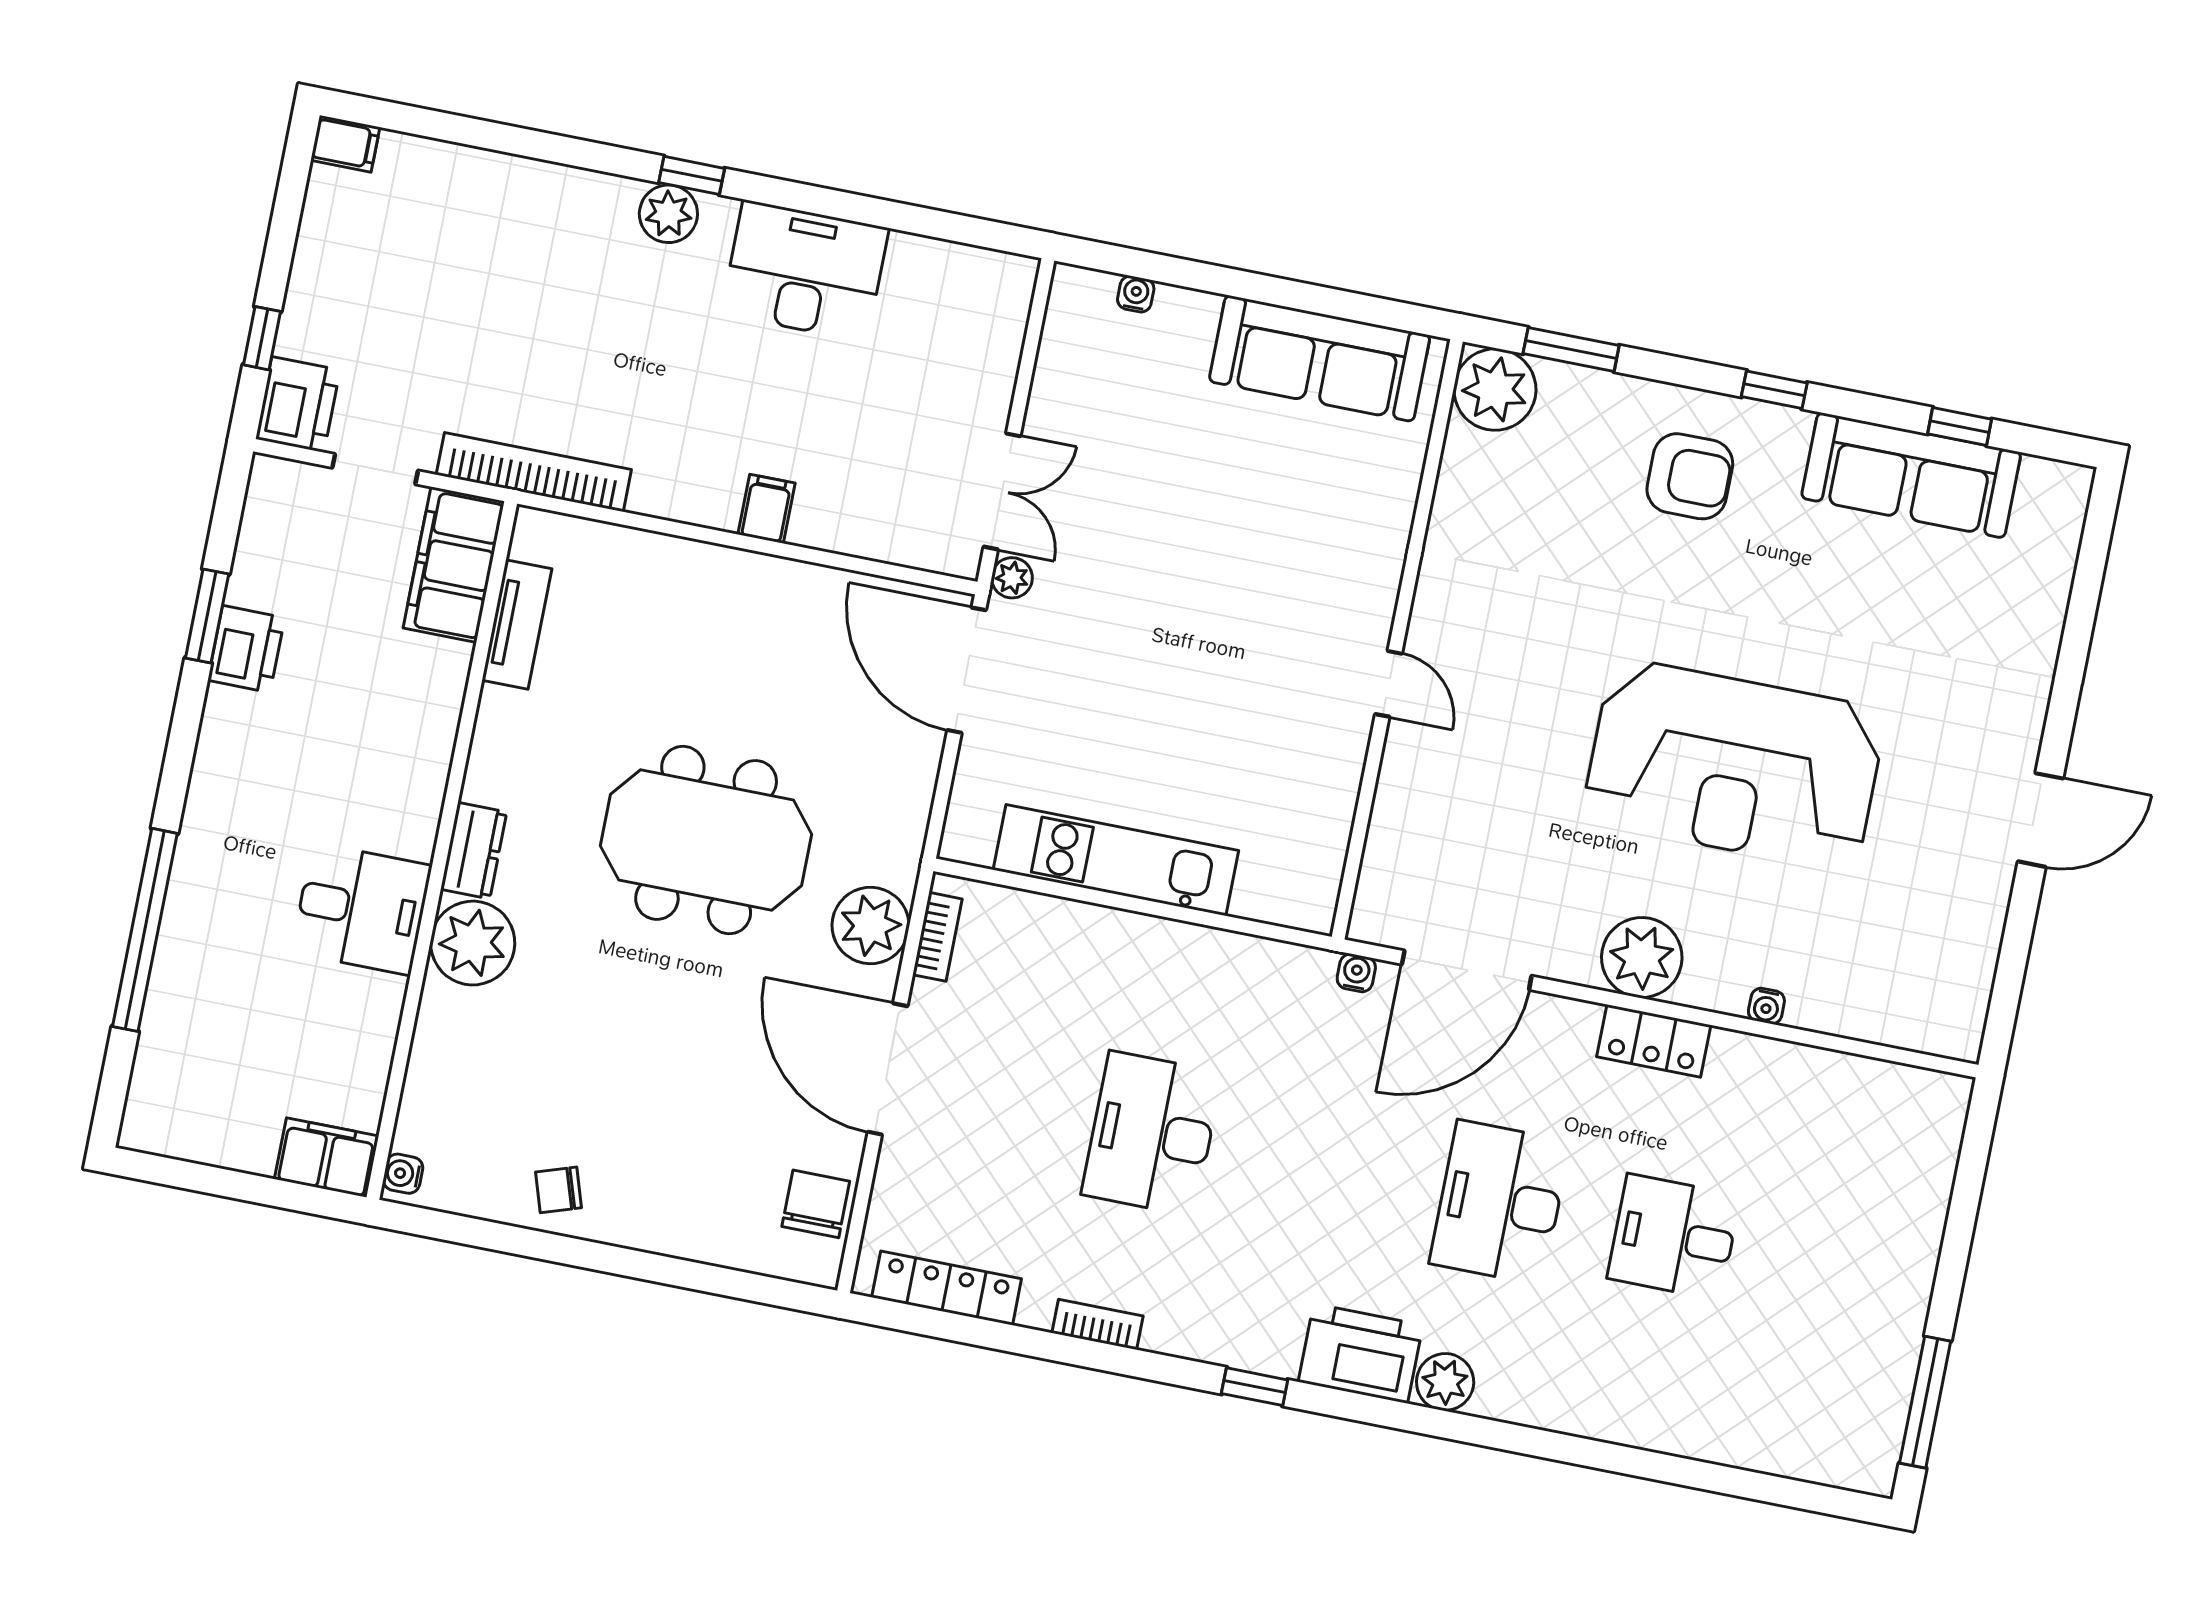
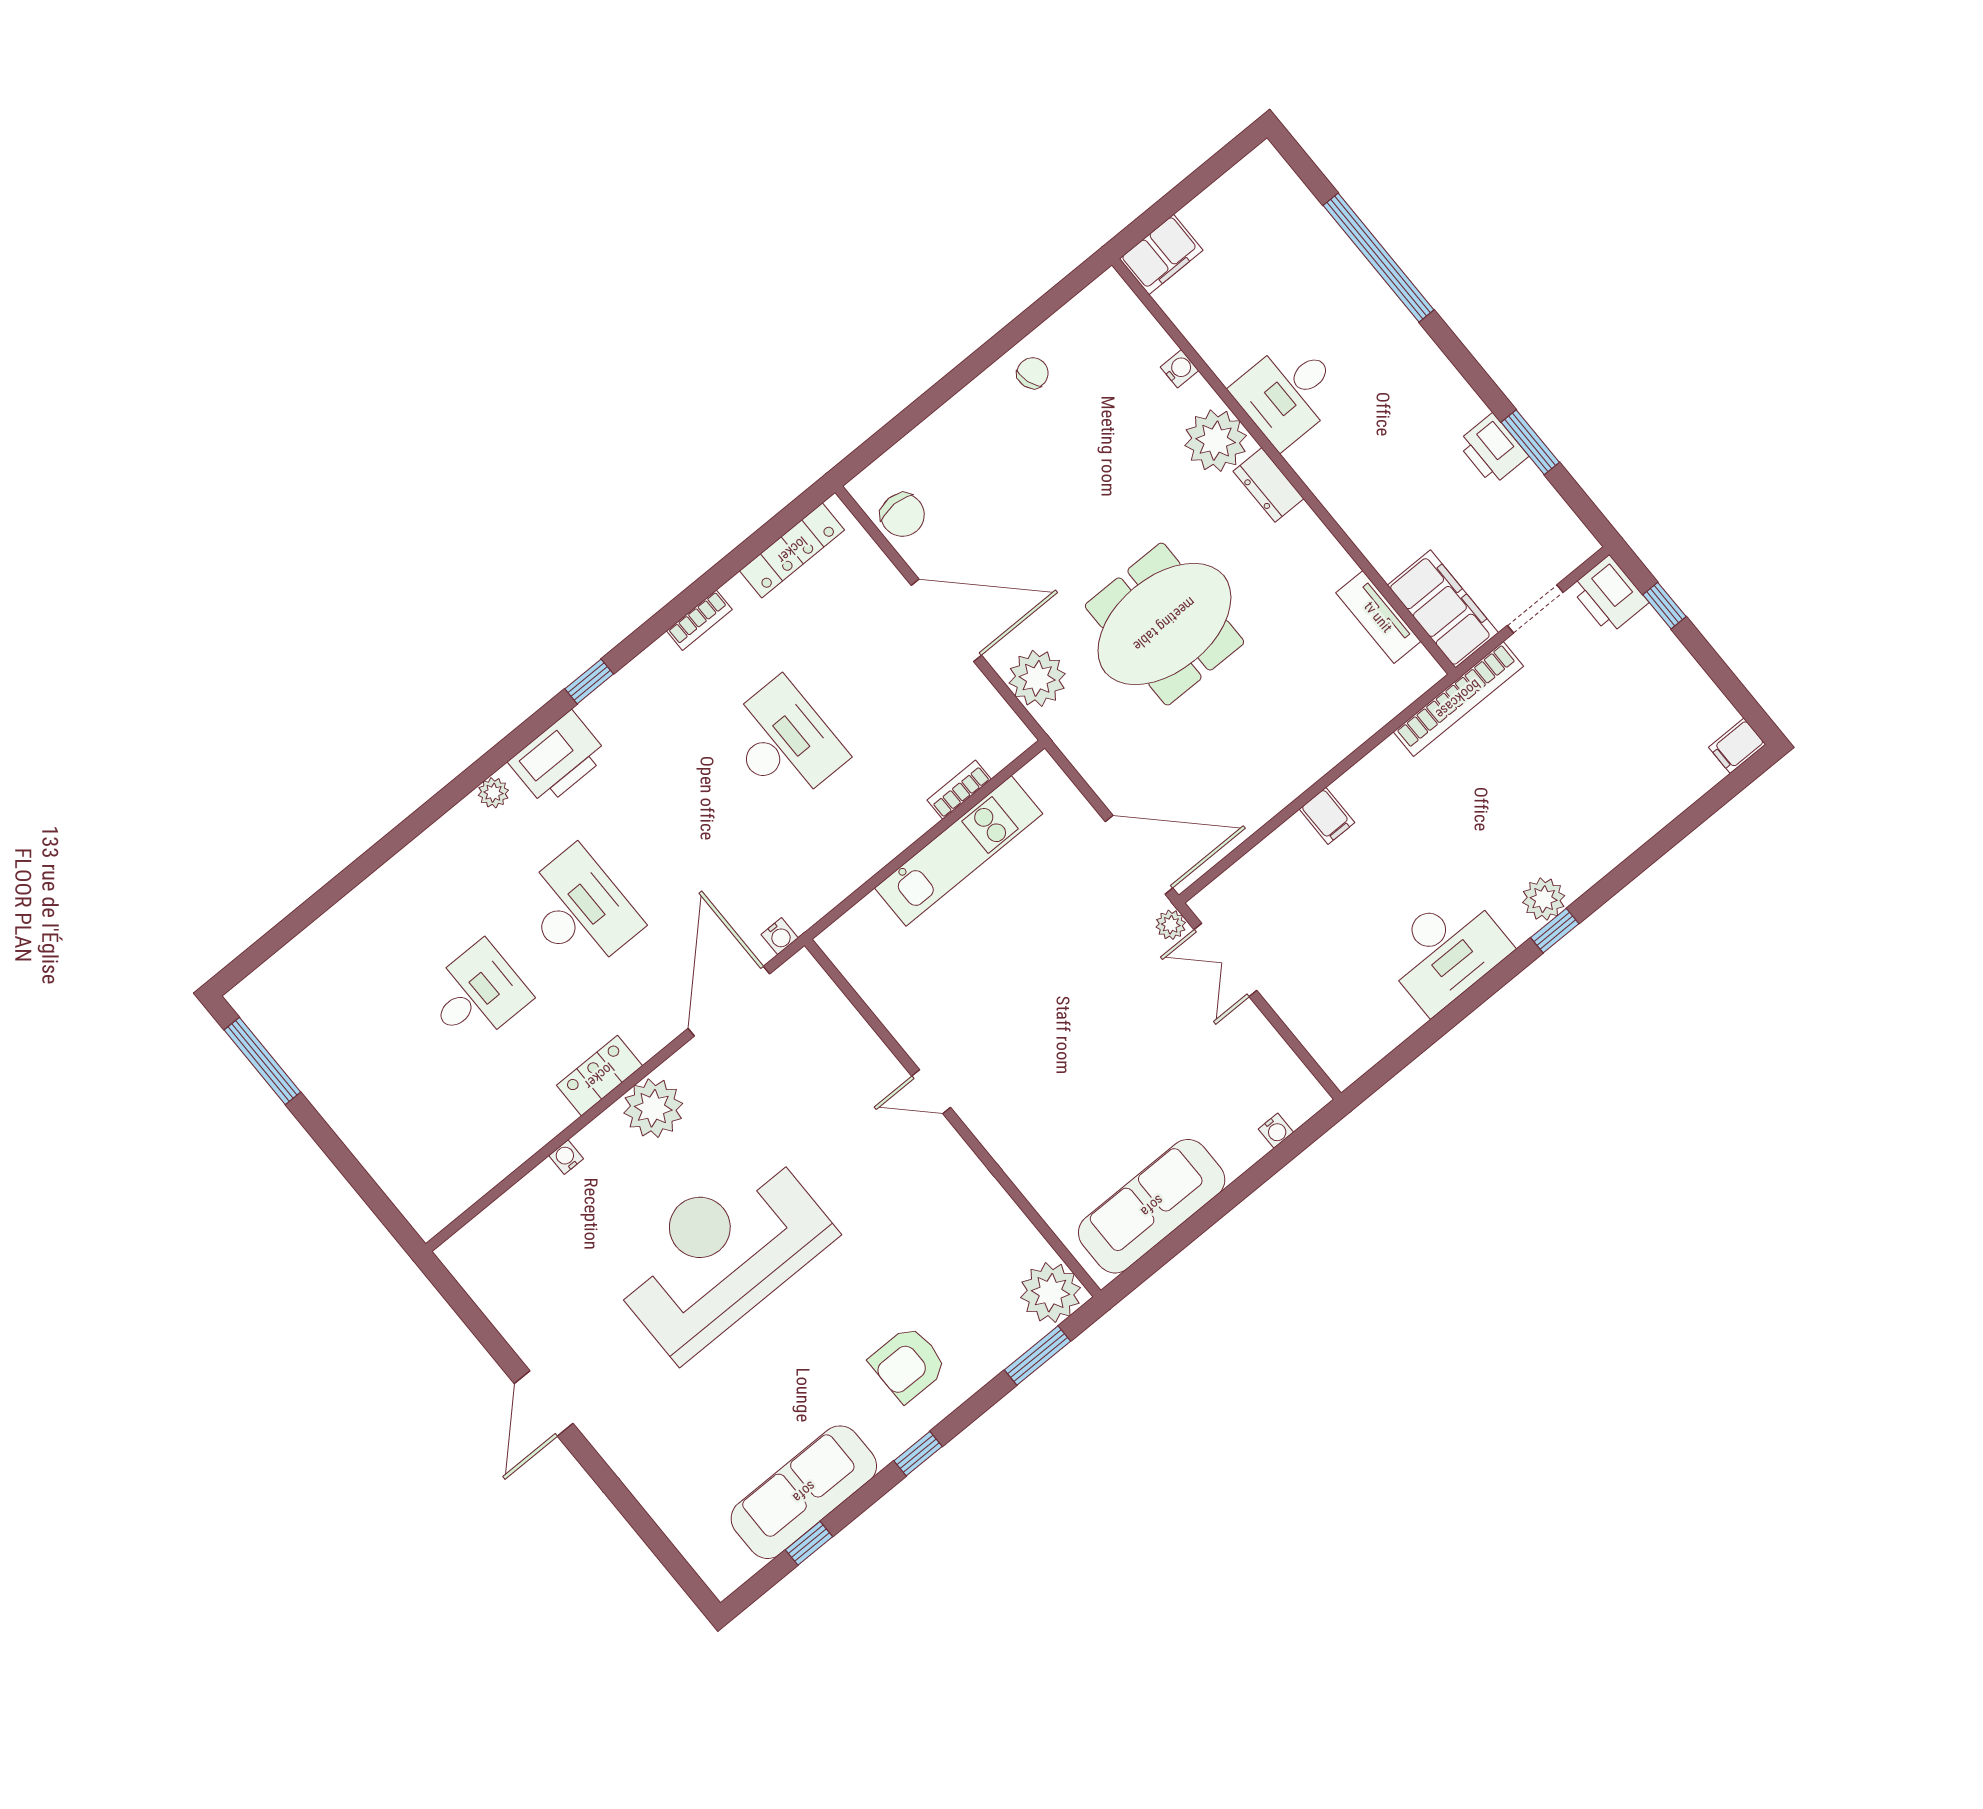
bookcase: (937, 937) -> (959, 790), moved, turned 90
water cooler: (403, 1174) -> (1179, 369), moved
plant: (1445, 1382) -> (493, 793), width x0.73, depth x0.73

